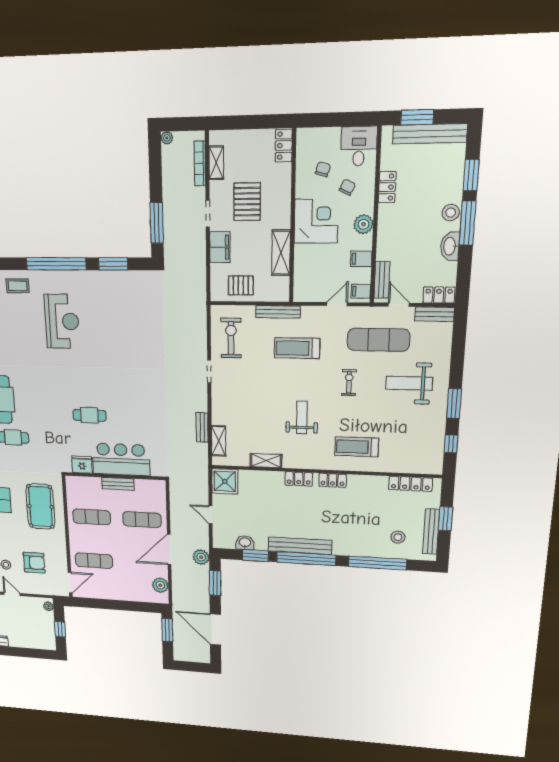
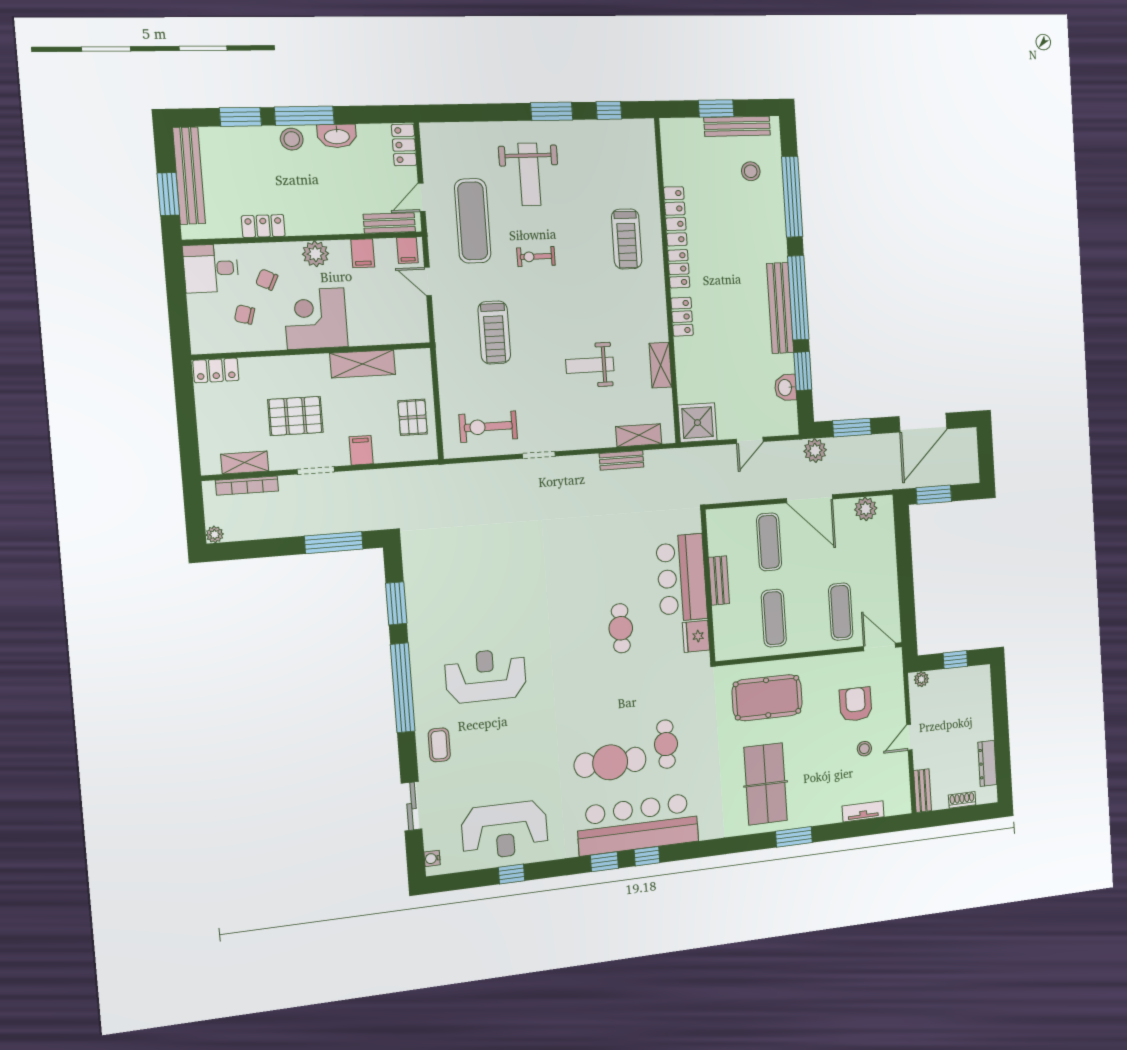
filing cabinet: (220, 247) -> (361, 450), width x0.50
bench: (278, 312) -> (445, 363), removed
bench: (434, 314) -> (431, 149), removed
weight bench: (302, 418) -> (590, 365), moved
locker: (410, 484) -> (675, 216), moved

